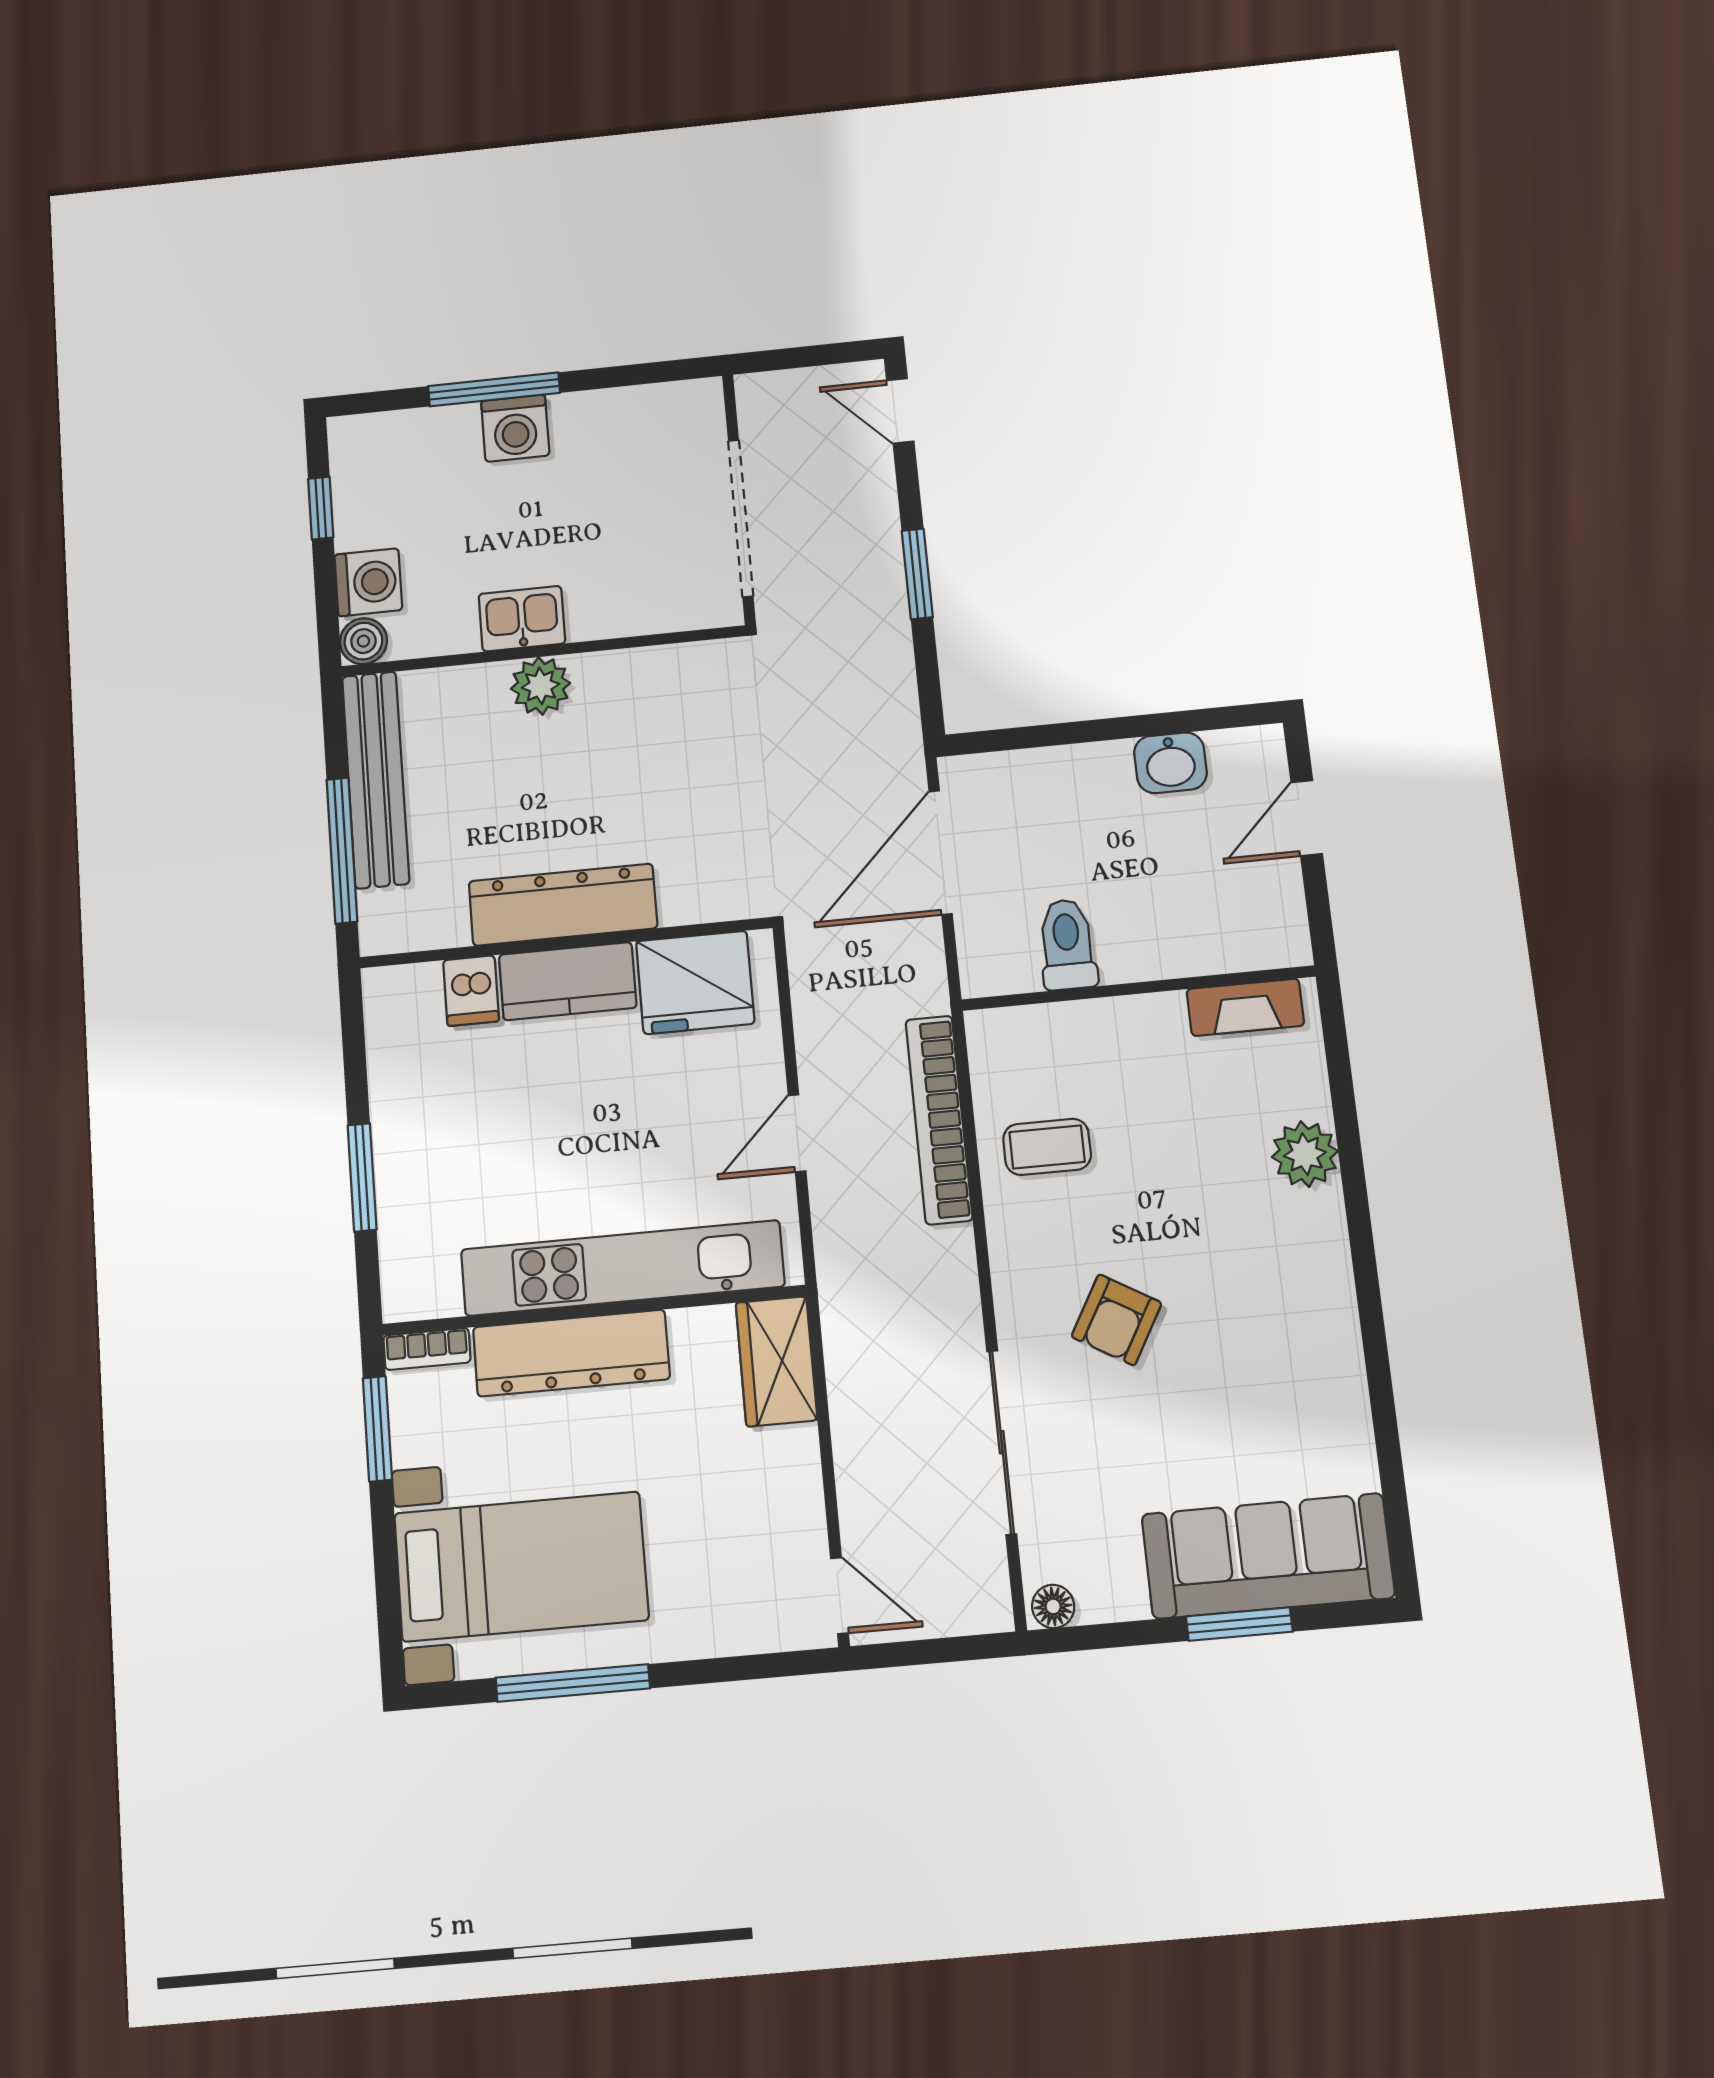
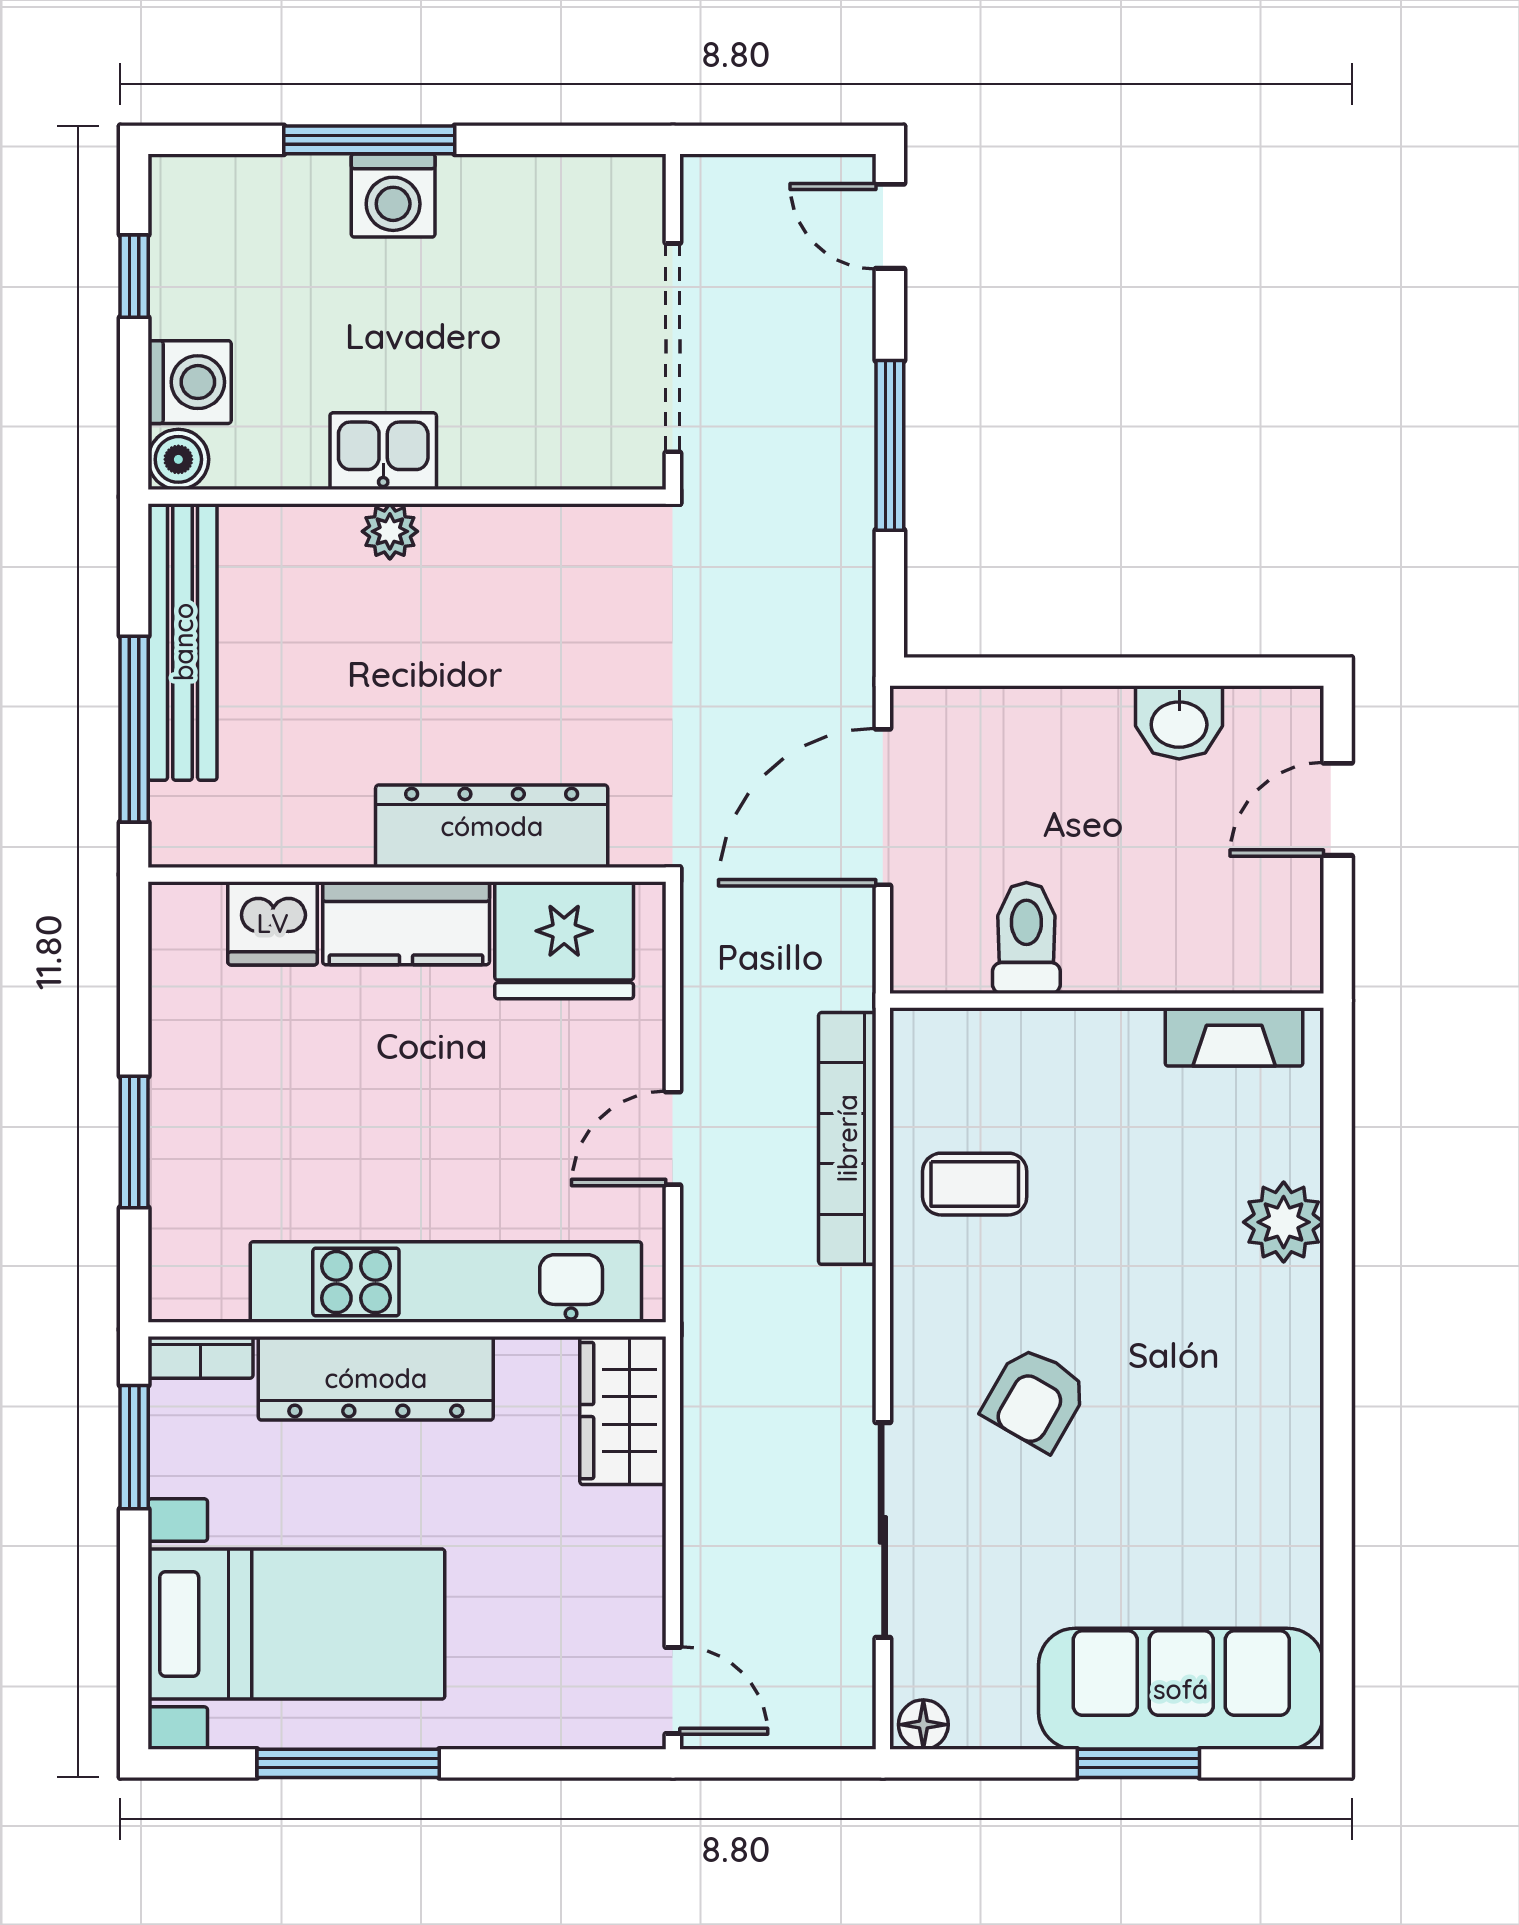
window: (917, 574) -> (890, 445), width x1.44
plant: (540, 686) -> (390, 531), width x0.73, depth x0.73
dresser: (563, 905) -> (492, 826), moved
dishwasher: (471, 991) -> (273, 923), width x1.38

